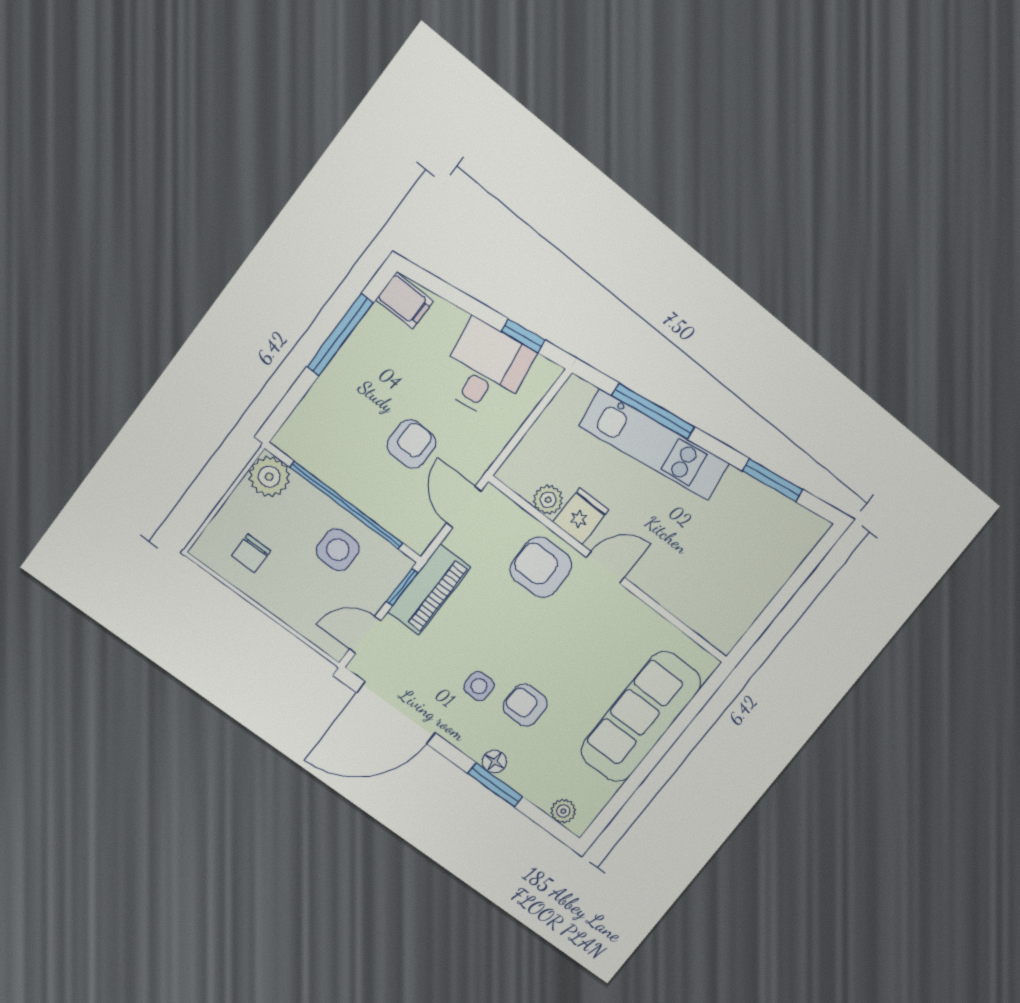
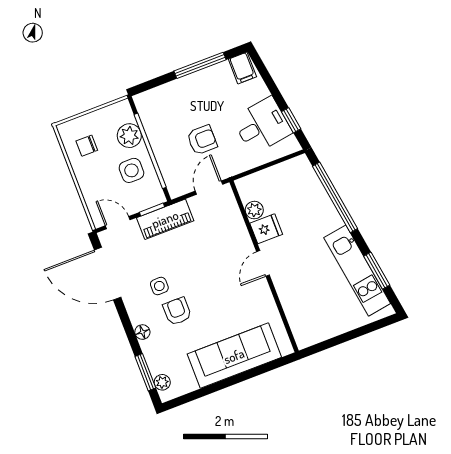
window: (653, 411) -> (335, 197), width x1.46
kitchen unit: (654, 445) -> (357, 271), moved
plant: (269, 477) -> (129, 136), moved
armchair: (541, 567) -> (230, 243), removed
door: (605, 567) -> (263, 263), swing flipped
window: (495, 785) -> (145, 372), moved

